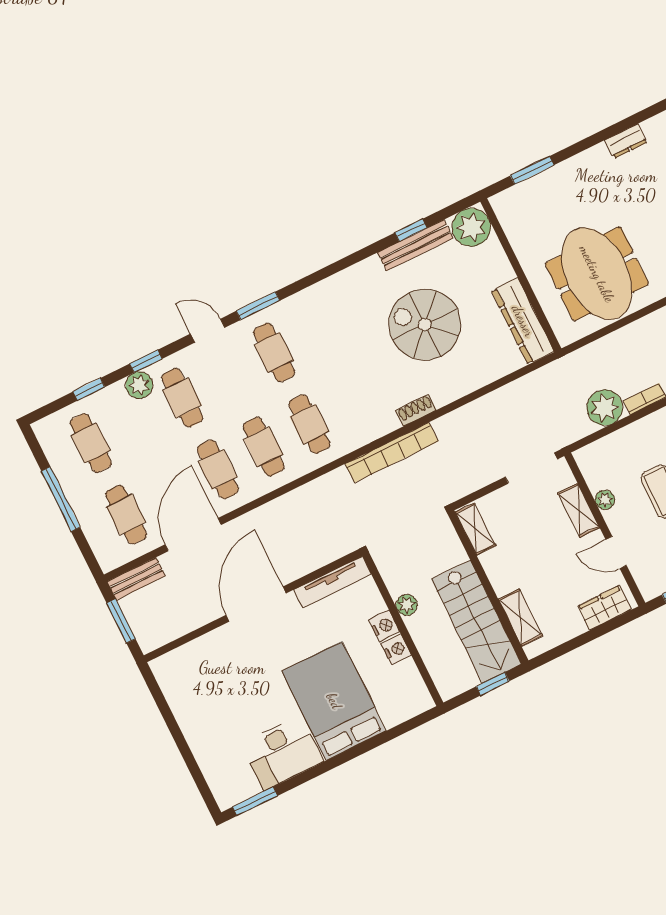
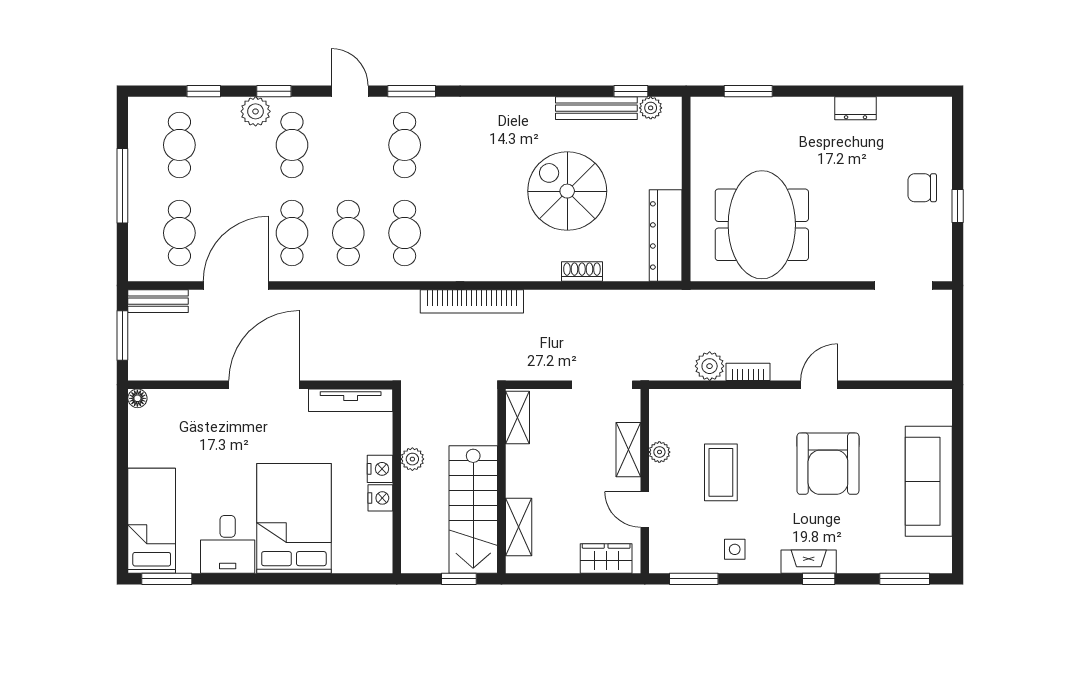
plant: (471, 227) -> (651, 108), width x0.53, depth x0.53
window: (411, 230) -> (631, 91), moved
plant: (605, 408) -> (710, 366), width x0.73, depth x0.73
shoe rack: (416, 410) -> (582, 271), moved
floor lamp: (158, 666) -> (137, 398), added
desk: (282, 753) -> (228, 544), width x0.73
bed: (219, 760) -> (152, 521), added

